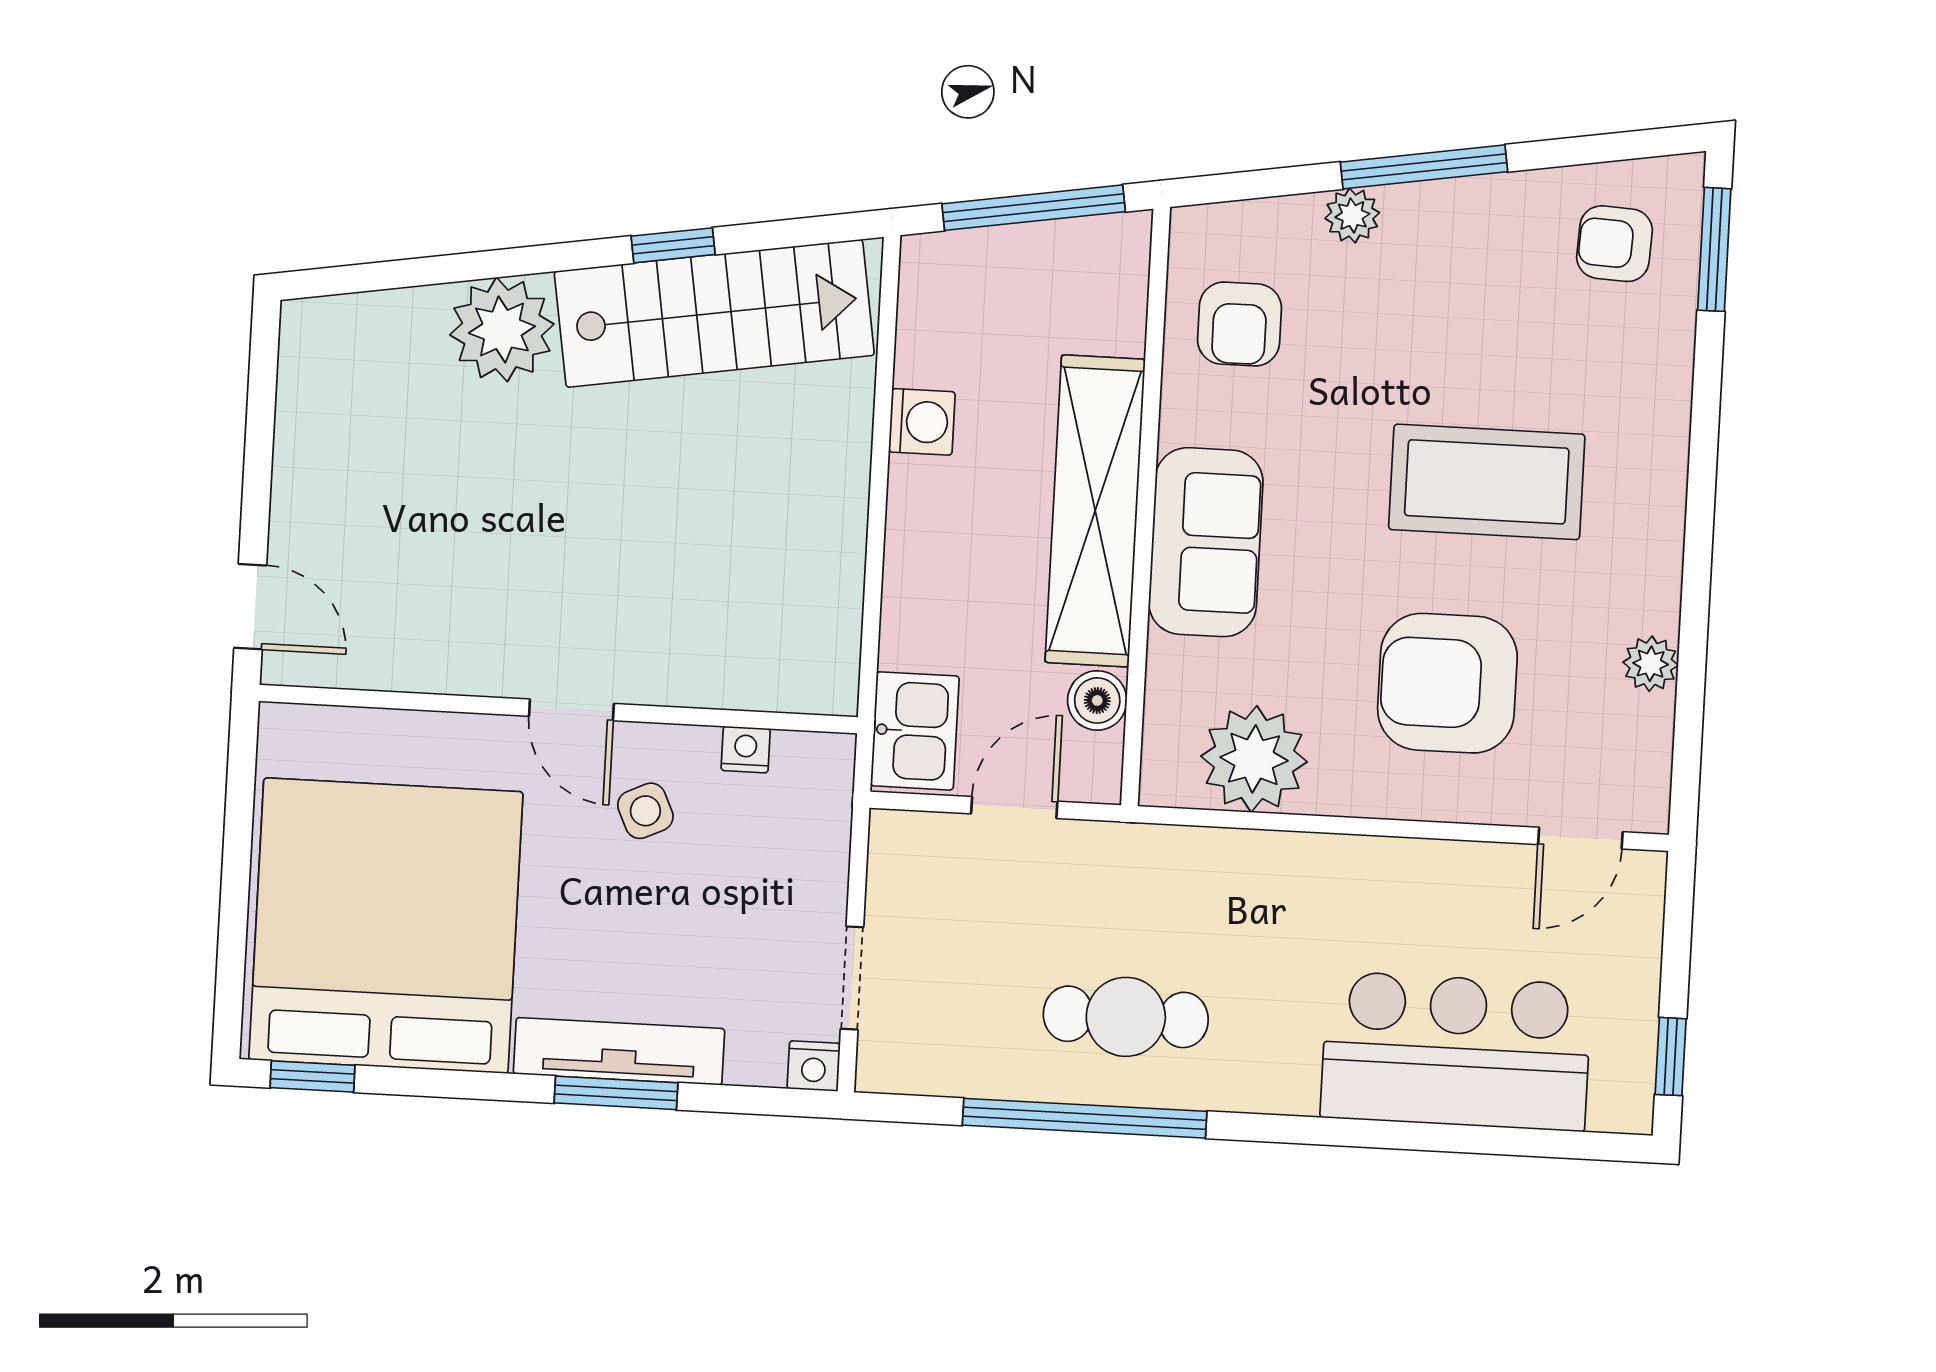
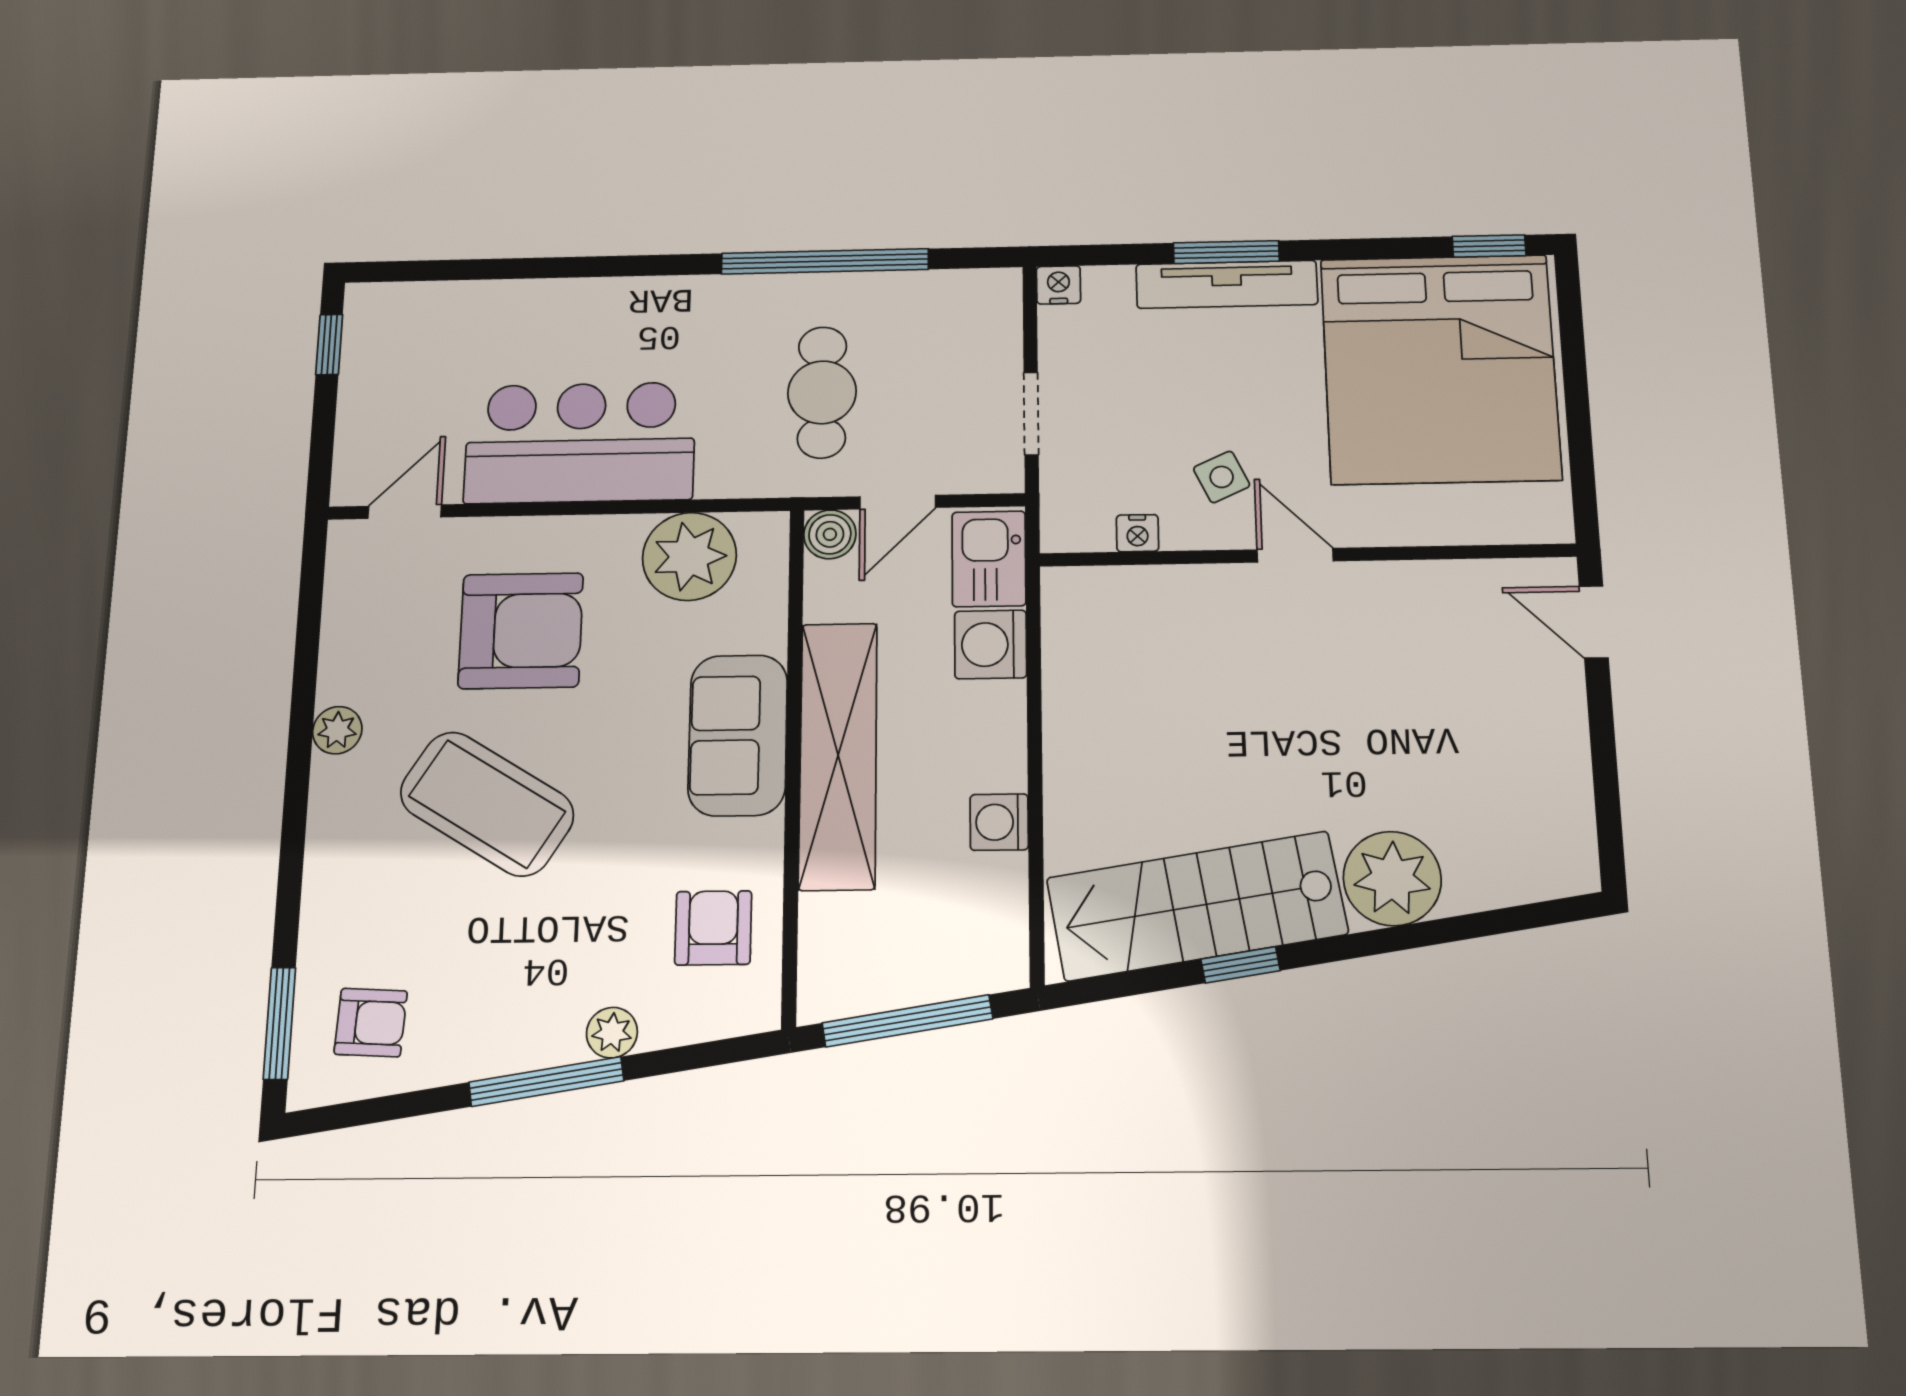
coffee table: (1487, 482) -> (487, 804), turned 32
washing machine: (919, 628) -> (991, 644), added
plant: (1651, 664) -> (337, 730), moved
boiler: (1097, 700) -> (830, 534), moved
doorway: (852, 978) -> (1031, 414), moved
cafe table: (1126, 1017) -> (822, 392), moved, turned 90
bar counter: (1456, 1051) -> (580, 443), moved, turned 180

